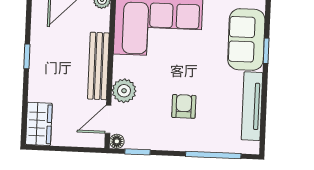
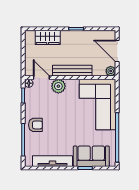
armchair: (184, 106) -> (35, 125), moved
wardrobe: (39, 124) -> (48, 37), moved

